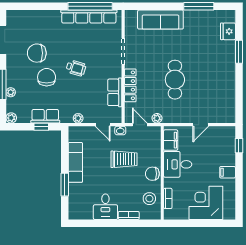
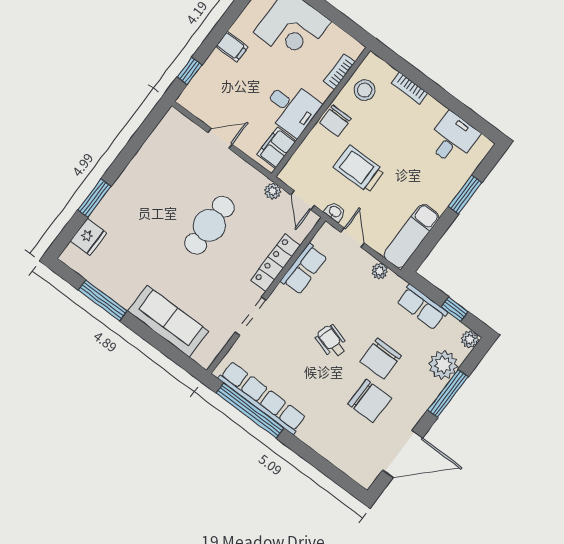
plant: (11, 92) -> (443, 365), width x1.87, depth x1.87
window: (41, 127) -> (455, 309), moved
exam couch: (75, 162) -> (411, 236), moved
chair: (152, 174) -> (335, 121), turned 90
desk: (105, 207) -> (452, 139), moved

